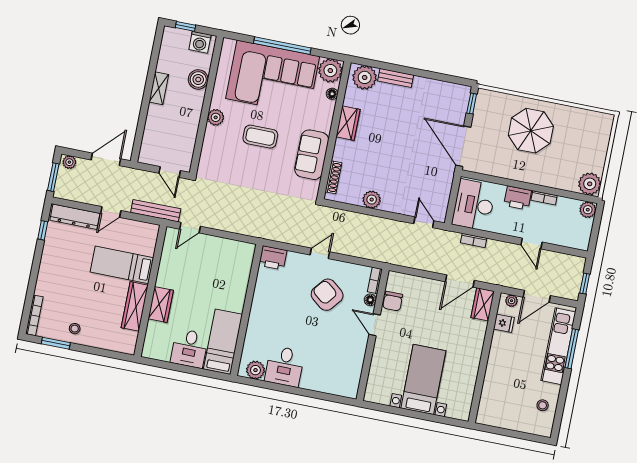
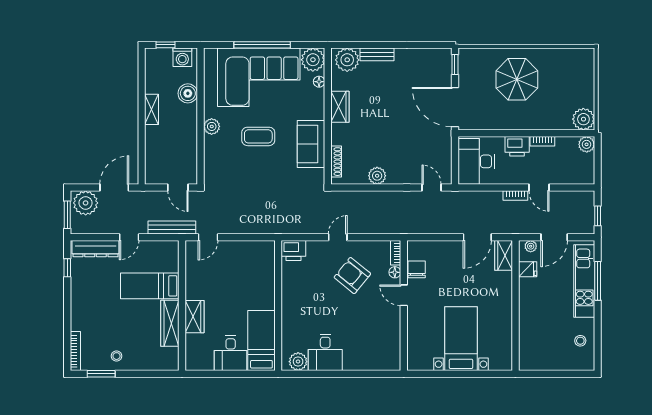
plant: (69, 162) -> (86, 203), width x1.88, depth x1.88
bookcase: (474, 240) -> (515, 196), moved
chair: (393, 301) -> (417, 269), turned 180

